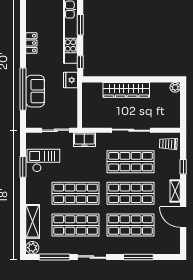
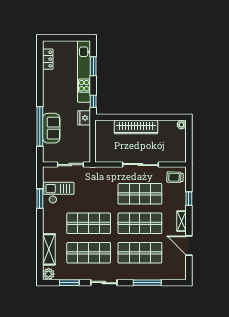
locker: (31, 43) -> (48, 59), moved
freezer: (84, 140) -> (97, 173), removed
window: (55, 257) -> (69, 283), width x0.69

